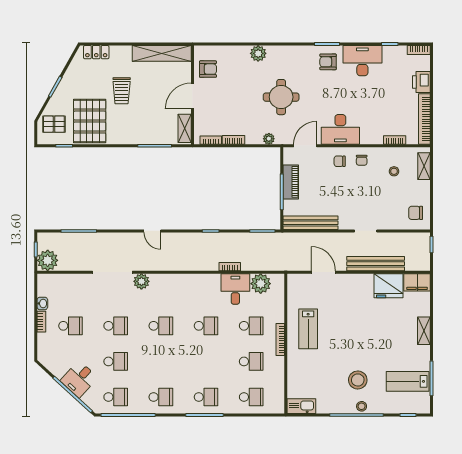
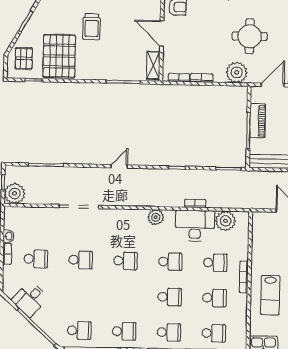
door: (192, 96) -> (162, 33), hinge flipped
pallet: (54, 124) -> (24, 58), turned 90
plant: (269, 139) -> (237, 72), width x1.87, depth x1.87
door: (152, 231) -> (119, 166), swing flipped
plant: (141, 281) -> (156, 217), moved
desk: (235, 289) -> (195, 226), width x1.37
lab bench: (308, 329) -> (270, 295), moved
school desk: (116, 361) -> (170, 297), moved
desk: (79, 379) -> (30, 299), moved

